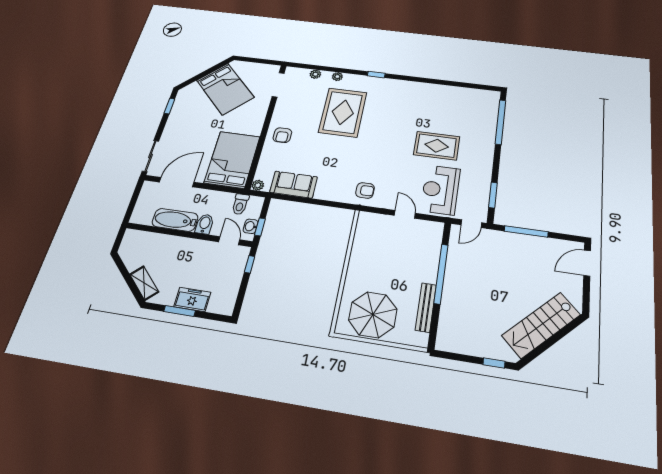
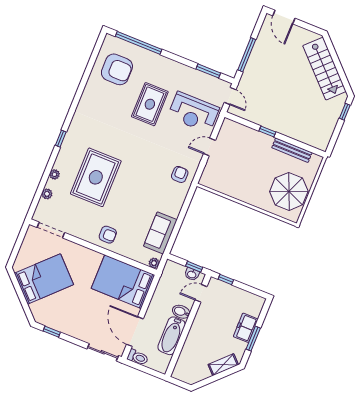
armchair: (465, 108) -> (117, 69), added
rug: (343, 112) -> (96, 177), turned 90
toilet: (240, 204) -> (138, 357), moved
window: (441, 274) -> (267, 131), width x0.32

